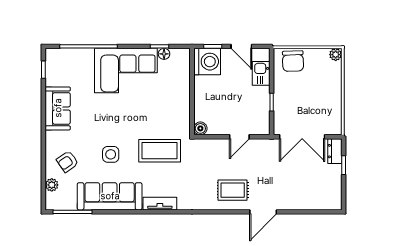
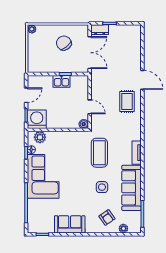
chair: (293, 61) -> (64, 43), moved, turned -127
plant: (182, 66) -> (40, 137), added
kitchen sink: (261, 73) -> (62, 81), moved
door: (239, 137) -> (90, 107), moved

